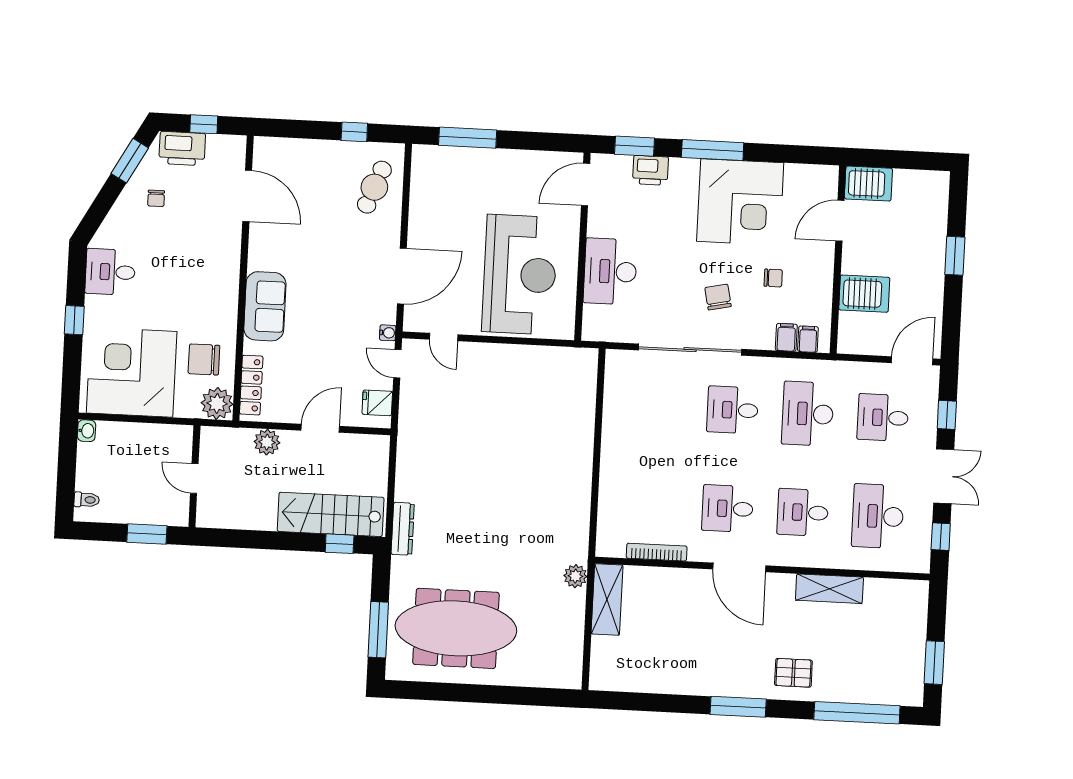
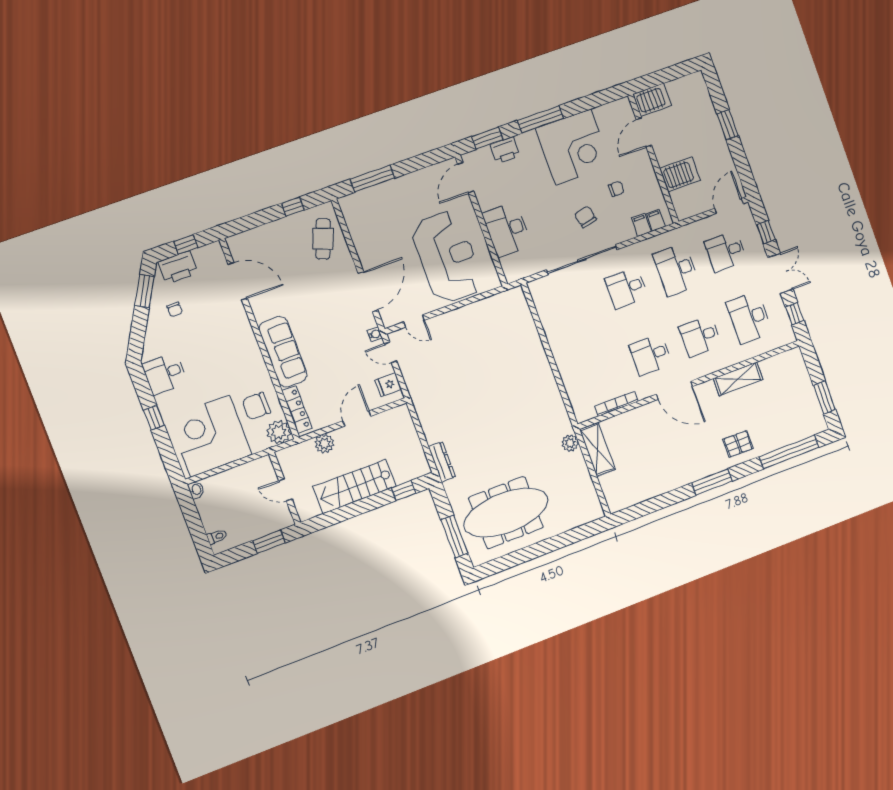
sofa: (265, 306) -> (283, 352), width x1.36
stairs: (331, 514) -> (355, 486), moved

